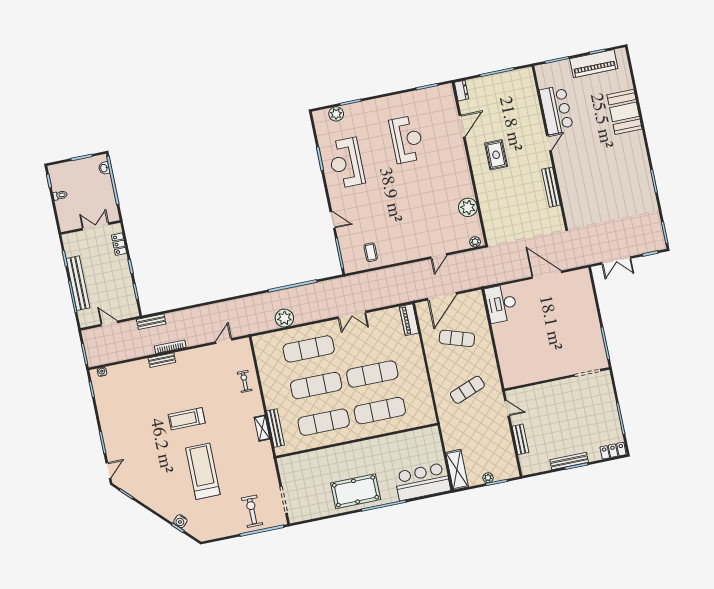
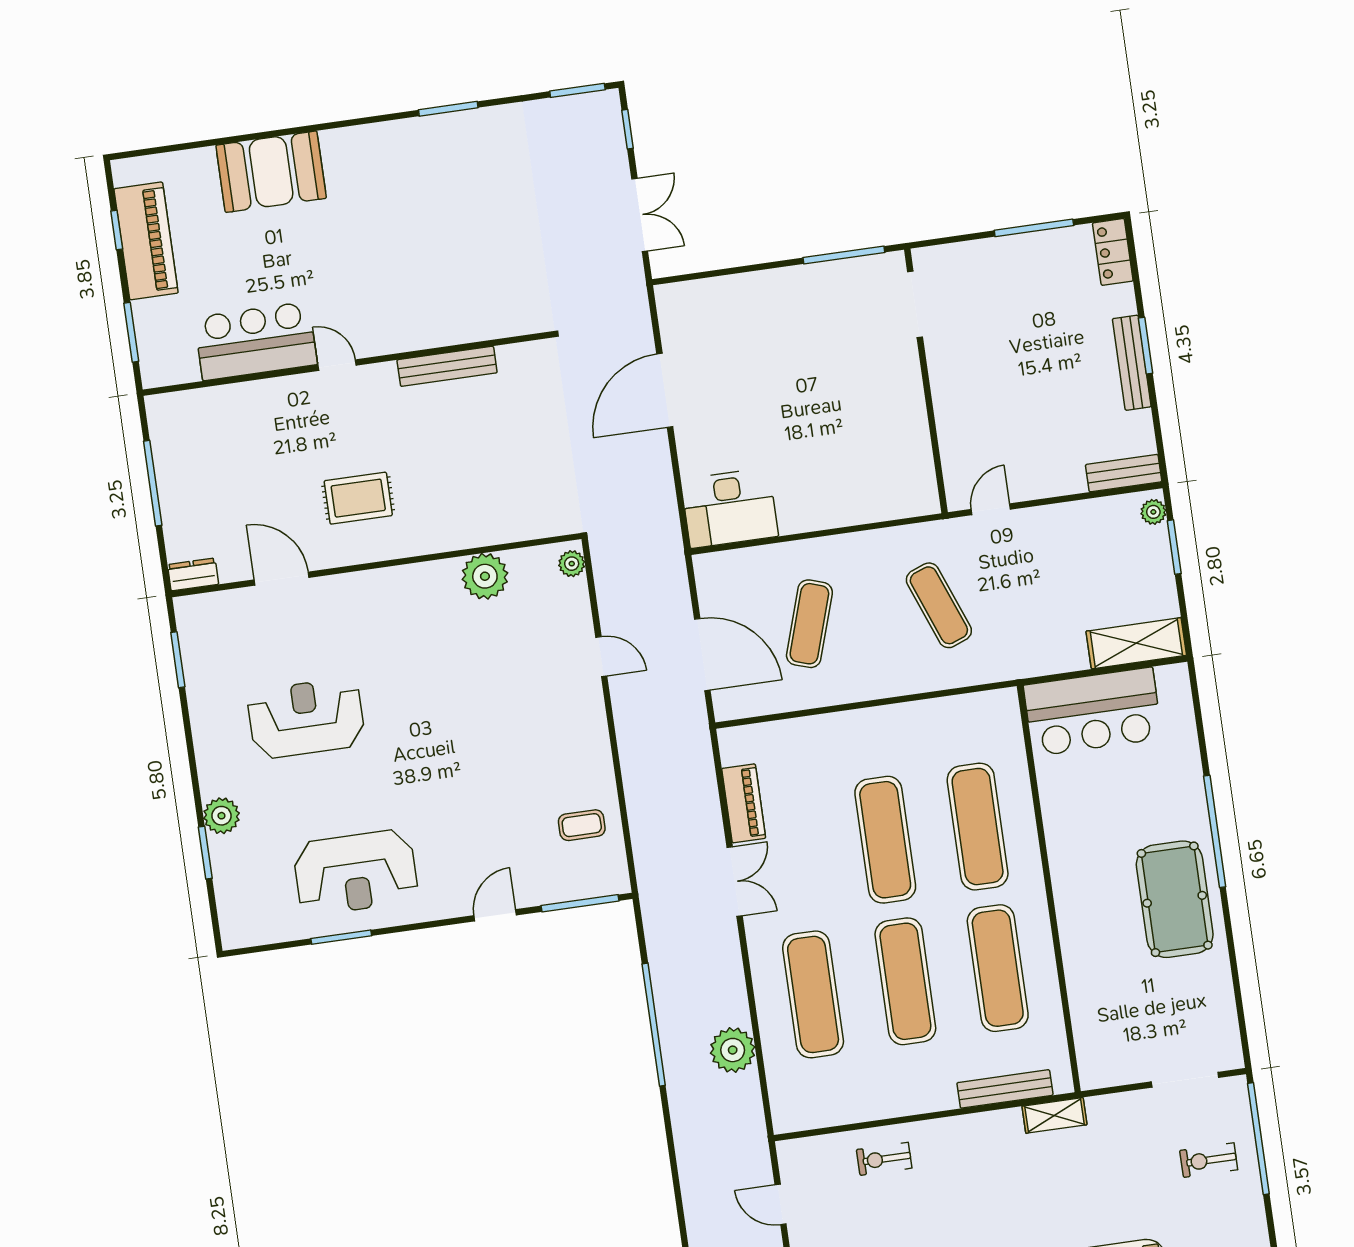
plant: (336, 114) -> (221, 816), moved
piano: (409, 320) -> (744, 803), moved, turned -90
shelving: (262, 428) -> (1054, 1115), moved
bench: (520, 439) -> (1124, 473), moved
plant: (488, 478) -> (1153, 512), moved
bar counter: (422, 482) -> (1093, 712), moved, turned -90
exercise bike: (252, 511) -> (1209, 1160), width x0.73, depth x0.72

